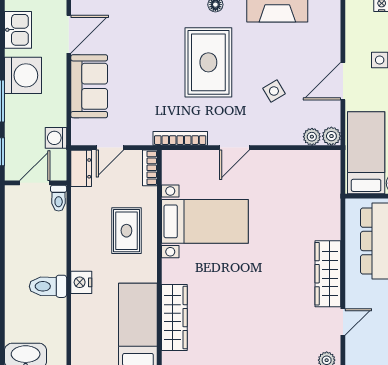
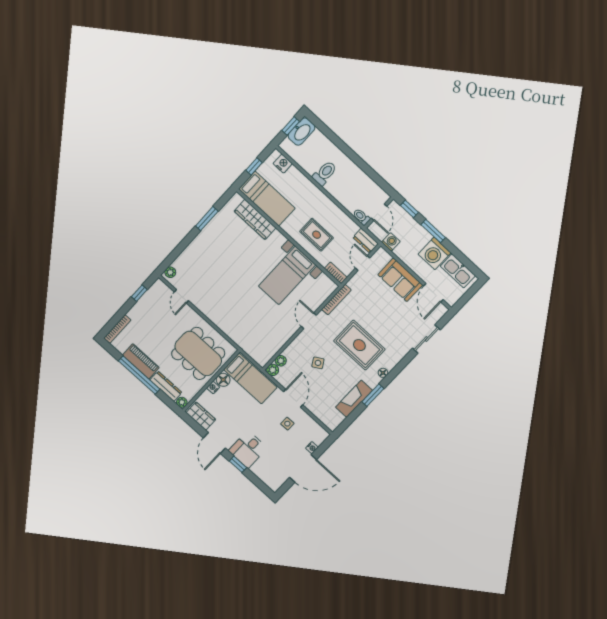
kitchen sink: (18, 30) -> (458, 271), width x1.38
wardrobe: (328, 274) -> (210, 310), removed
nightstand: (81, 282) -> (283, 164), moved

